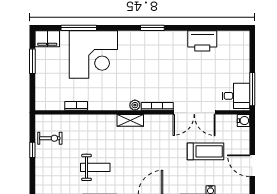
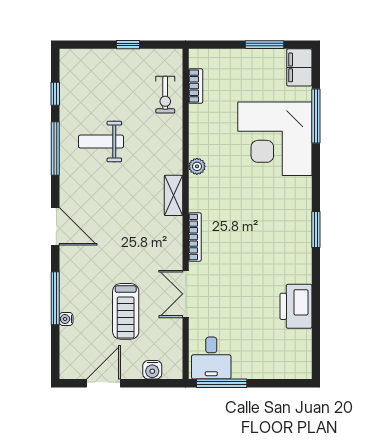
plant: (135, 105) -> (197, 166), moved
bookcase: (76, 106) -> (196, 86), moved
double door: (194, 112) -> (186, 294), width x0.73
water cooler: (243, 121) -> (152, 370), moved
exercise bike: (50, 138) -> (165, 95), moved
weight bench: (95, 167) -> (101, 142), turned 90

